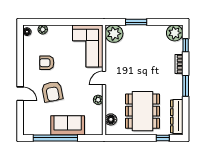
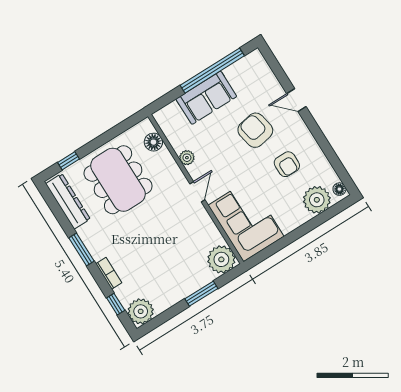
plant: (43, 29) -> (317, 200), width x1.88, depth x1.88
armchair: (47, 63) -> (287, 164), turned 90

